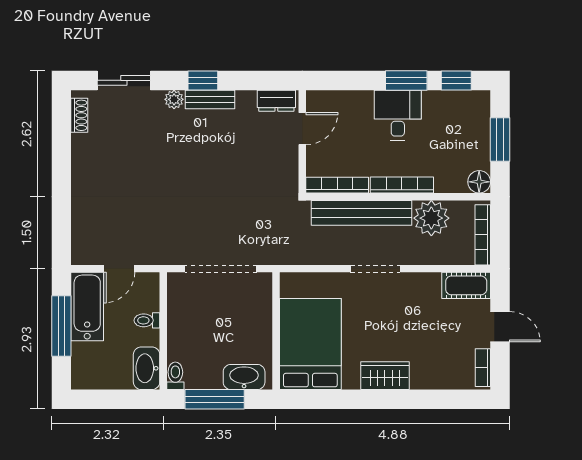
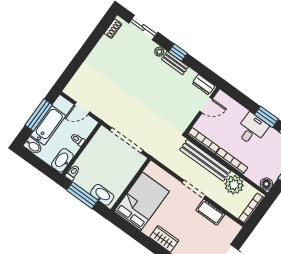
cot: (466, 285) -> (210, 212), moved
bathtub: (87, 307) -> (48, 125), moved
bidet: (87, 379) -> (33, 146), added

